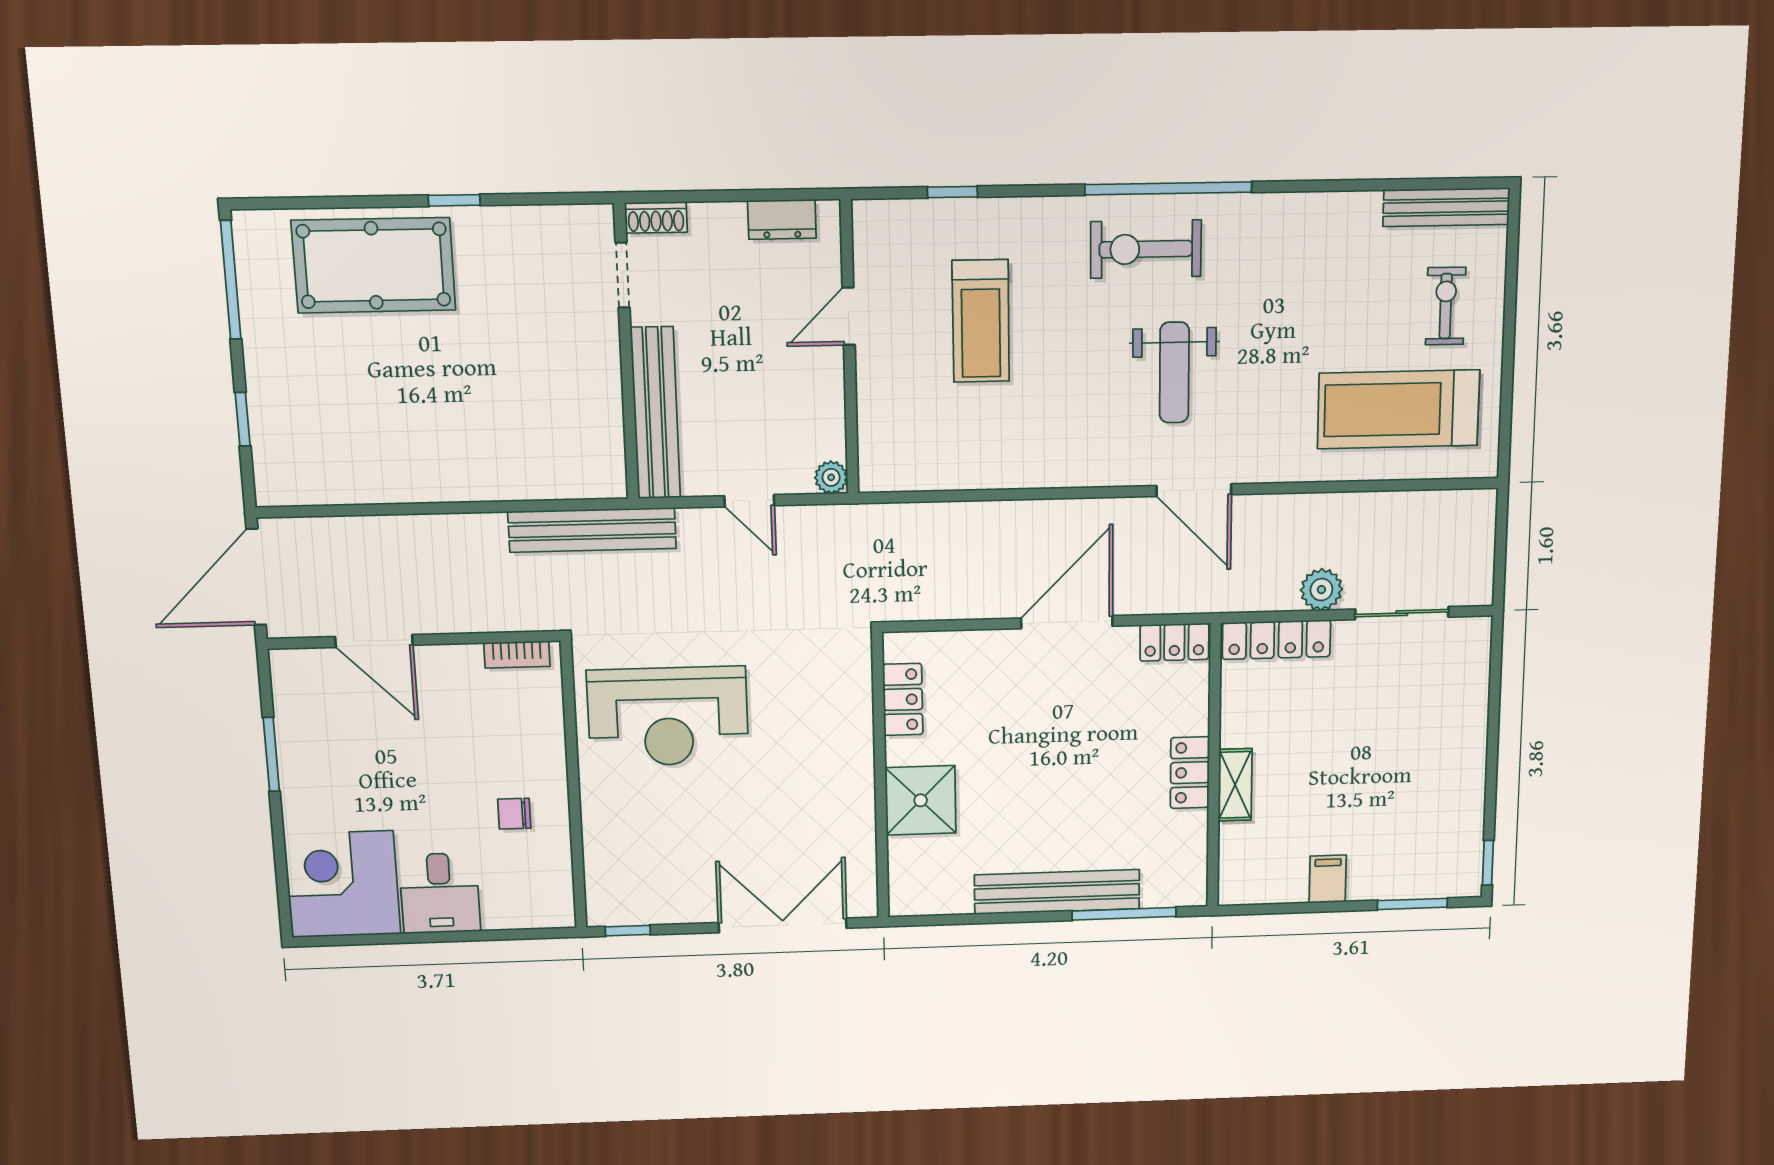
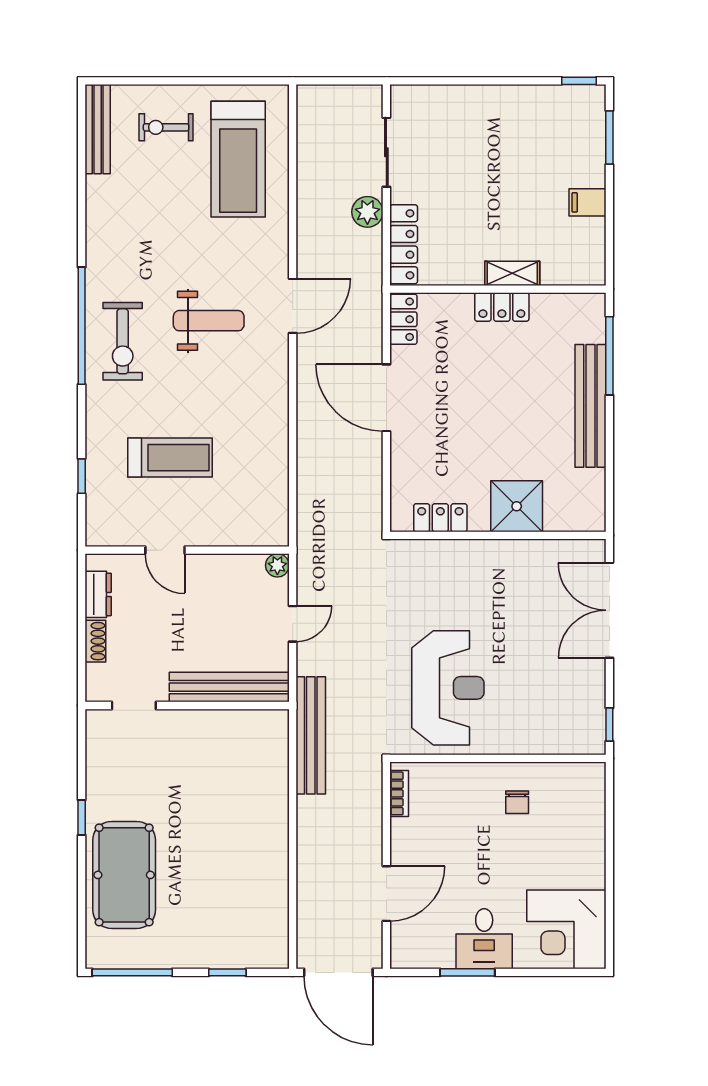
shoe rack: (656, 217) -> (95, 641), moved
desk: (440, 893) -> (484, 939), moved, turned 90

